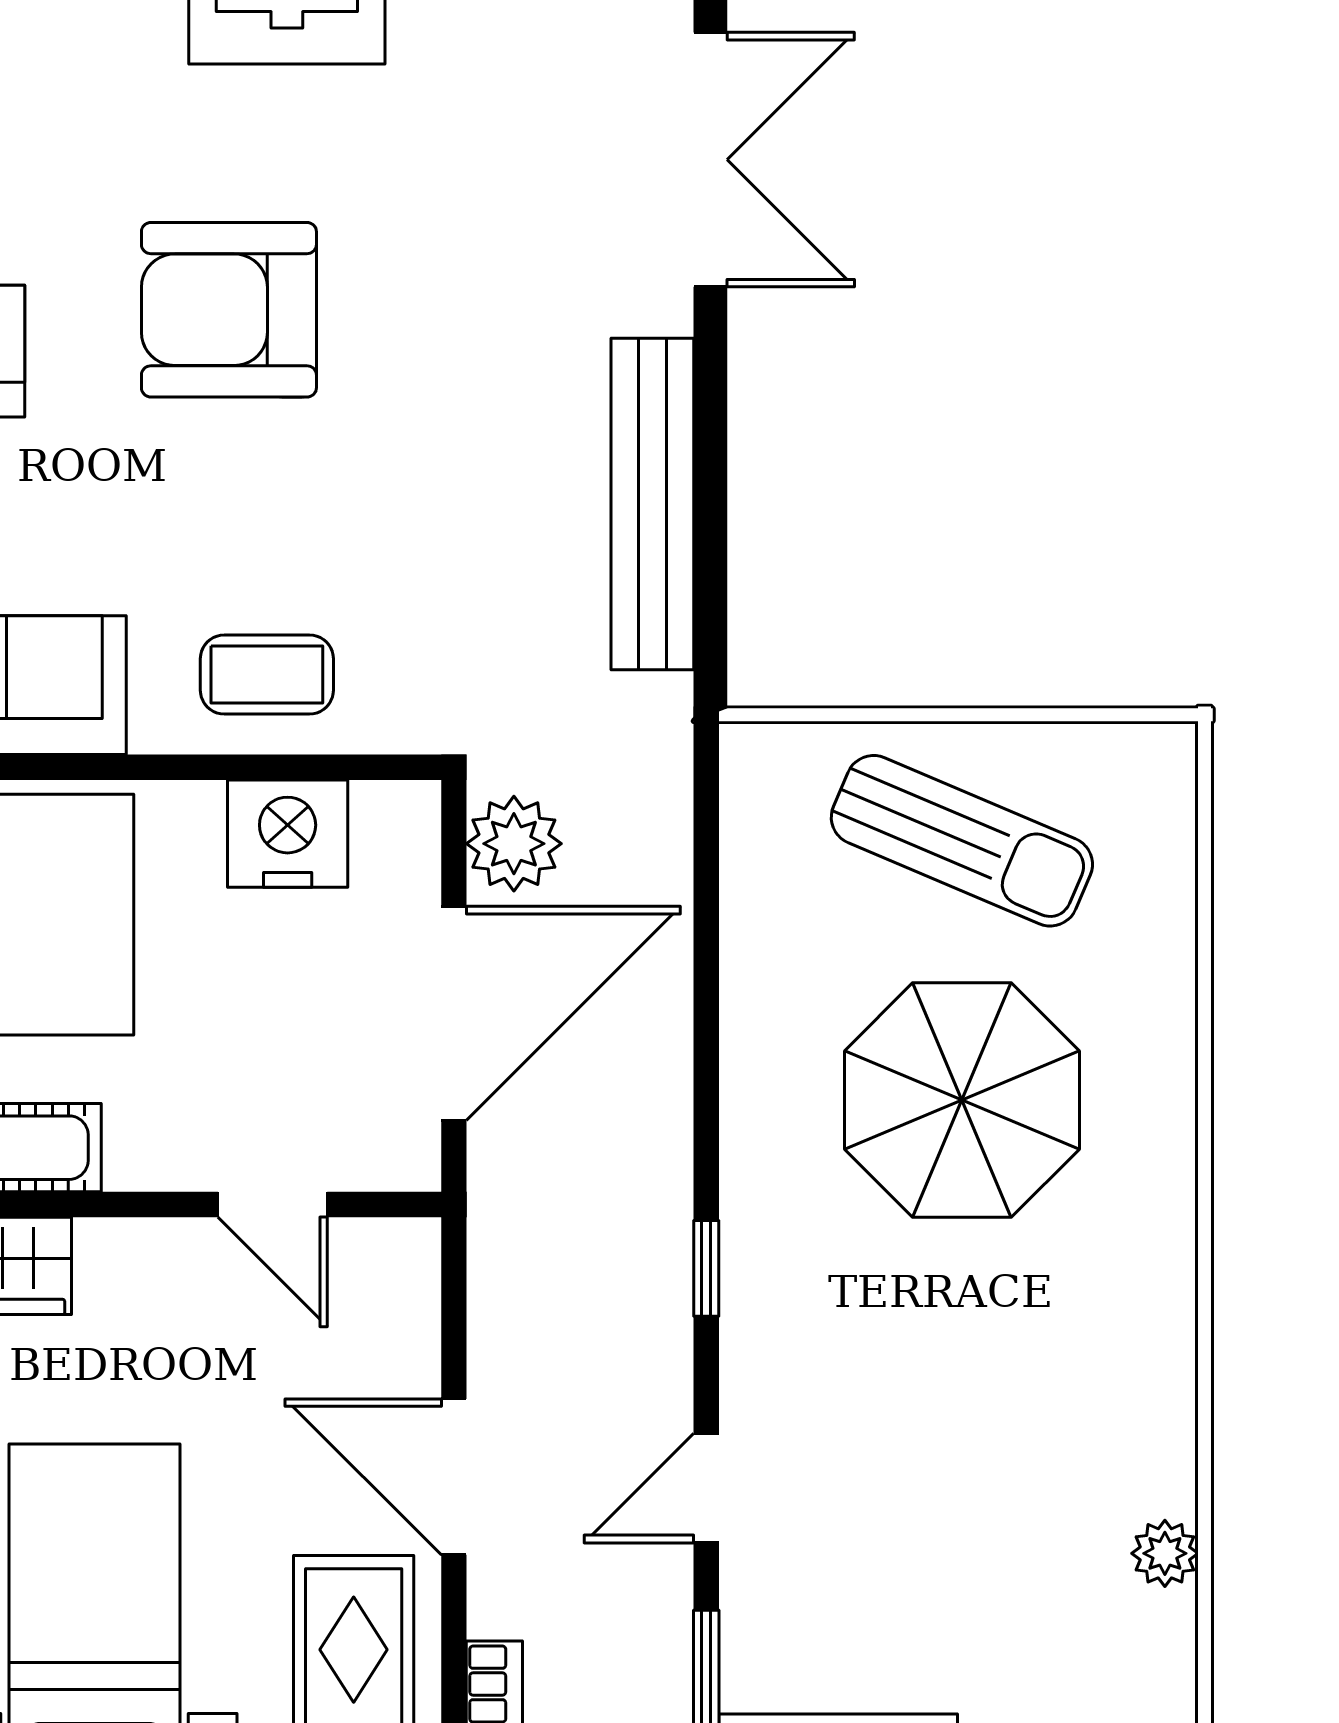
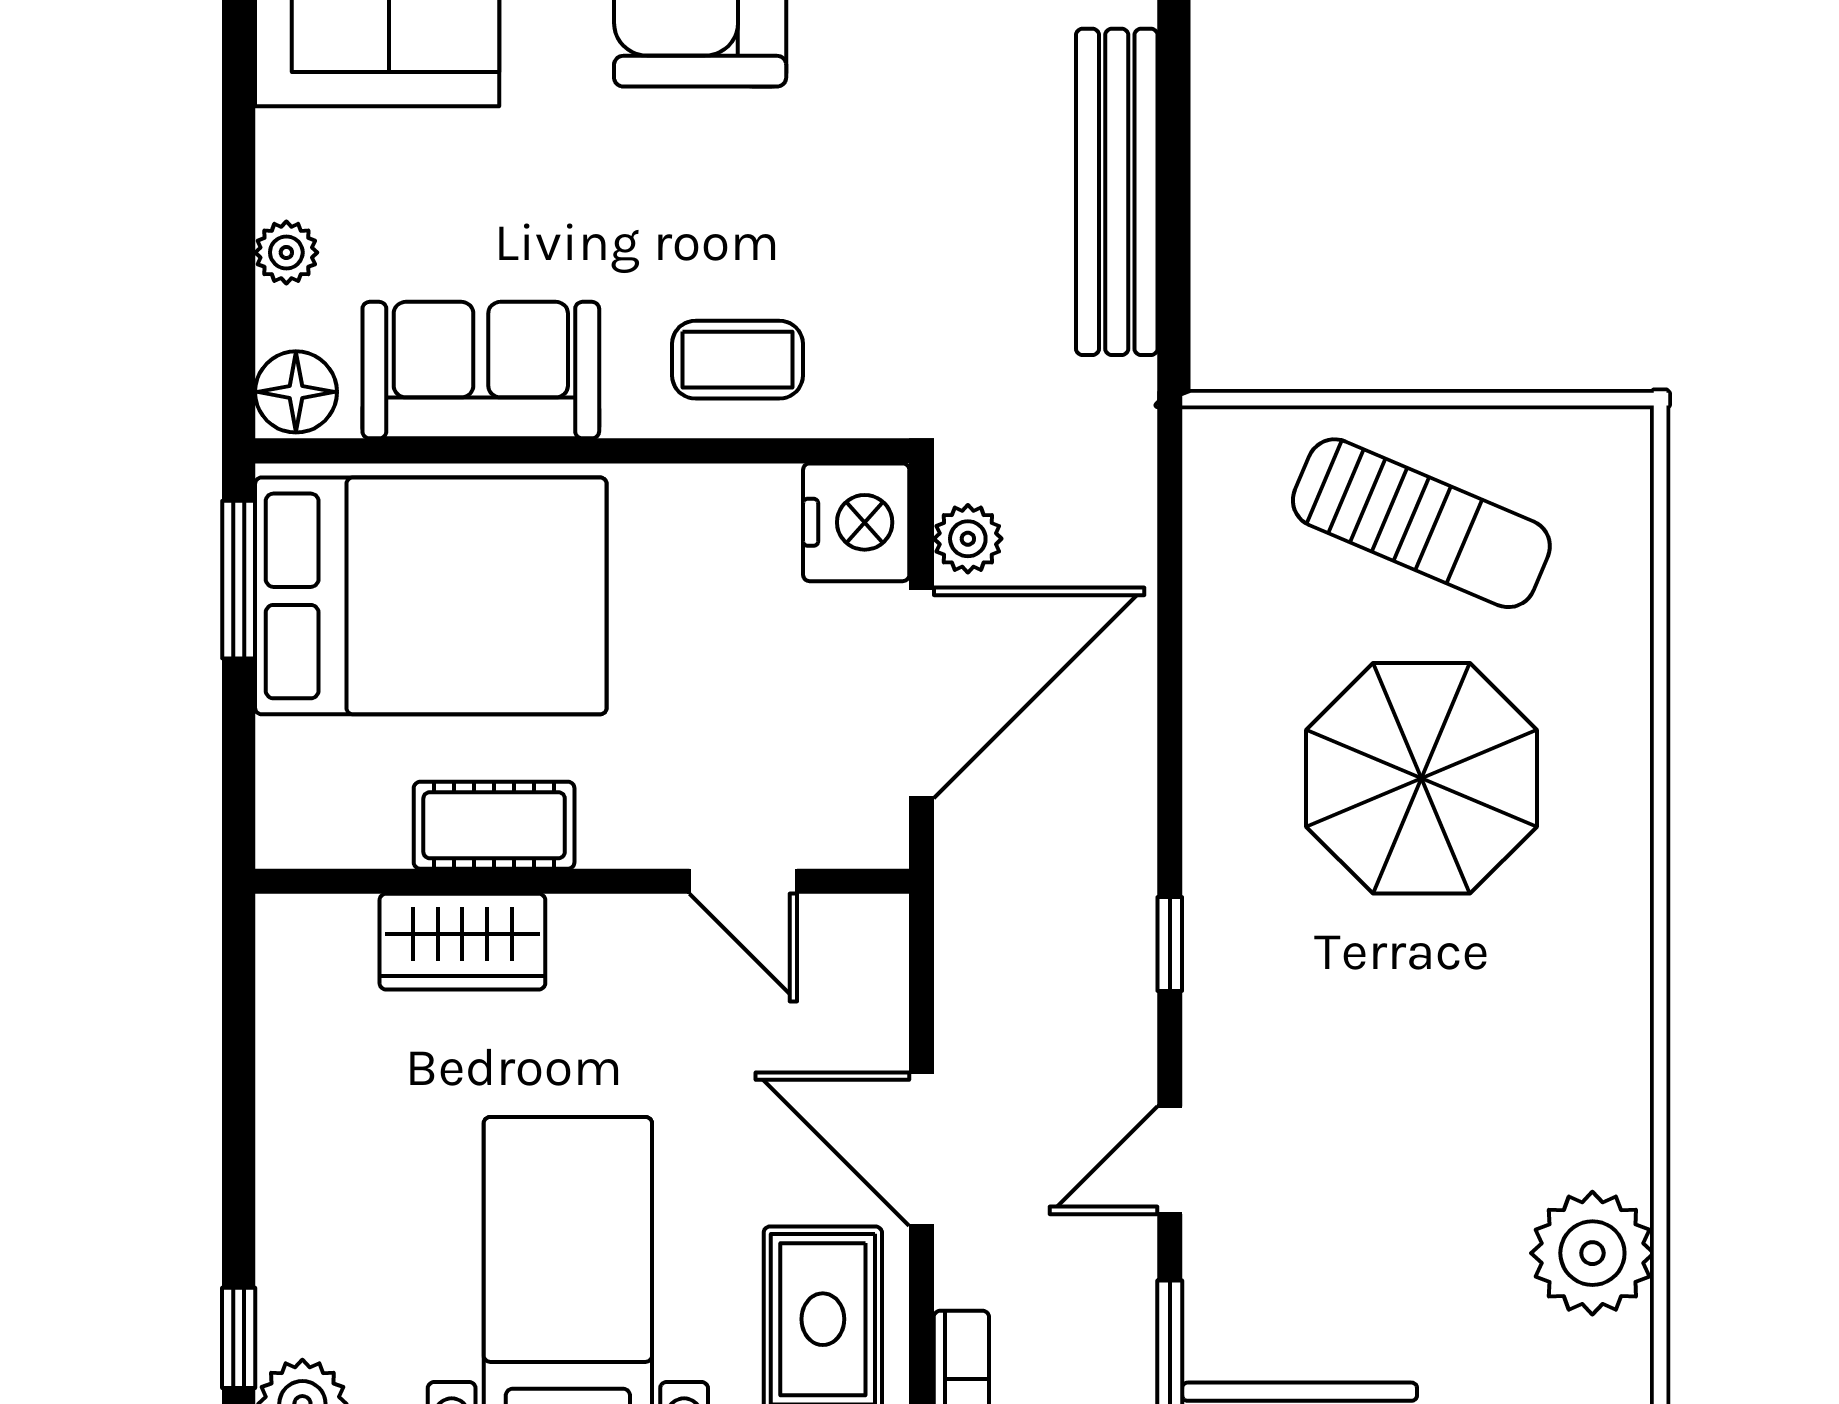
nightstand: (288, 834) -> (856, 522), moved, turned 90
plant: (514, 844) -> (968, 539), width x0.73, depth x0.73
plant: (1165, 1553) -> (1592, 1253), width x1.88, depth x1.88

